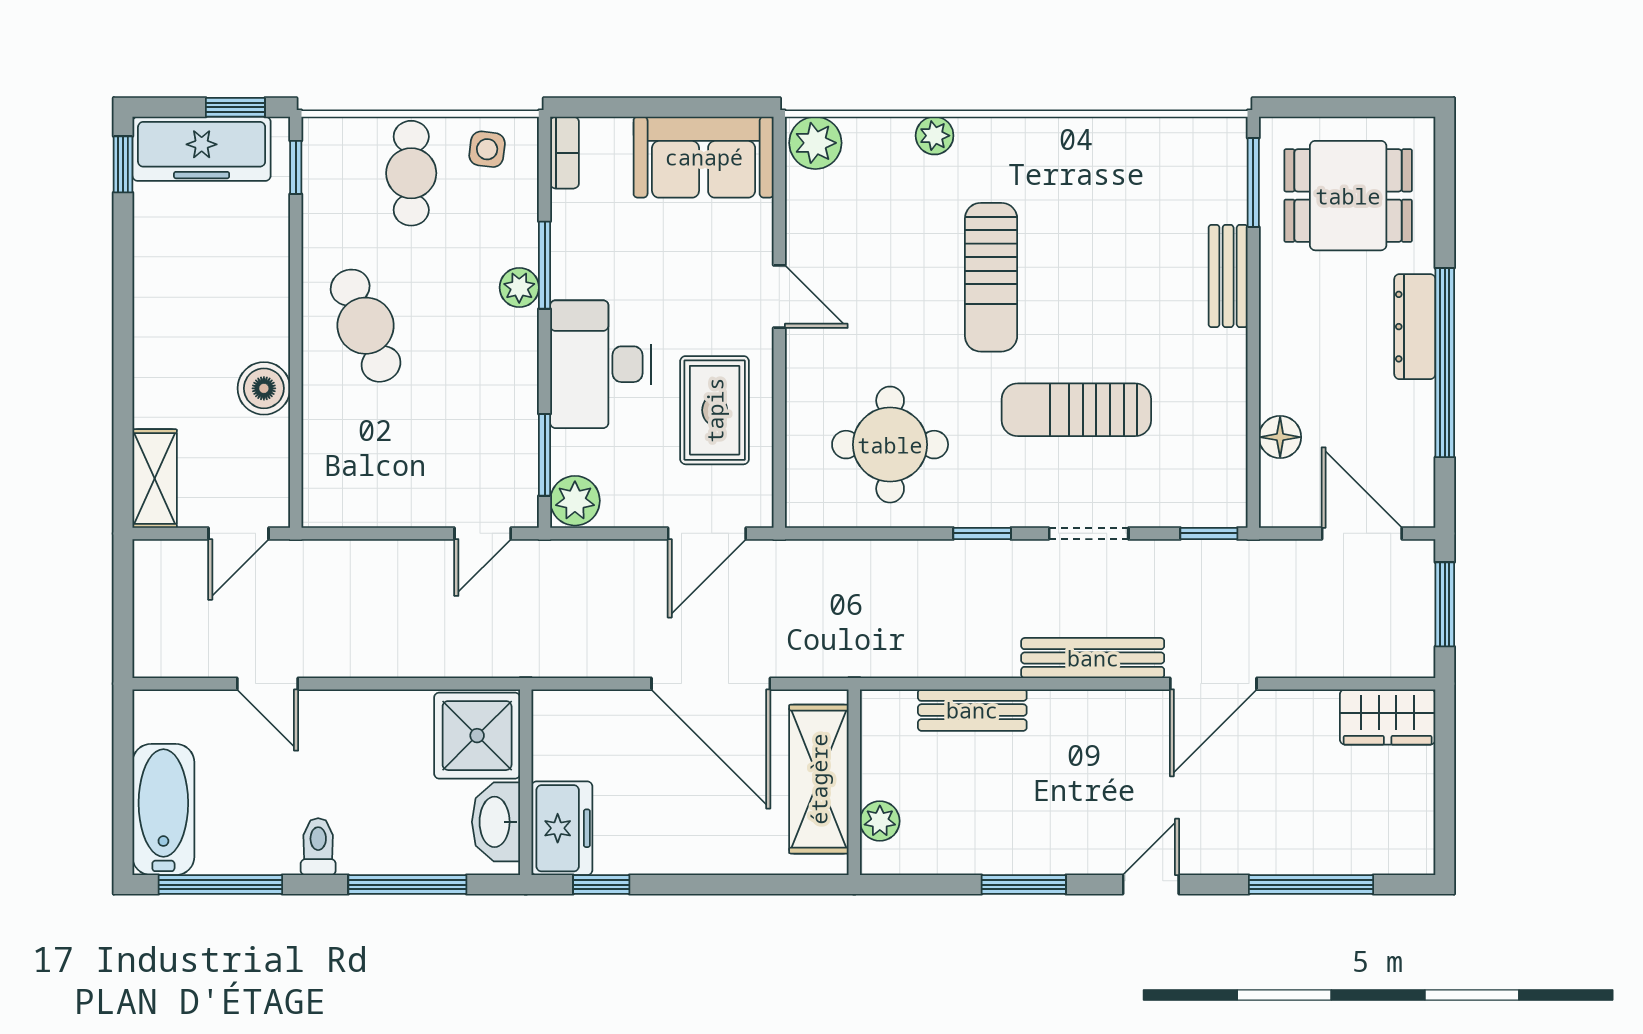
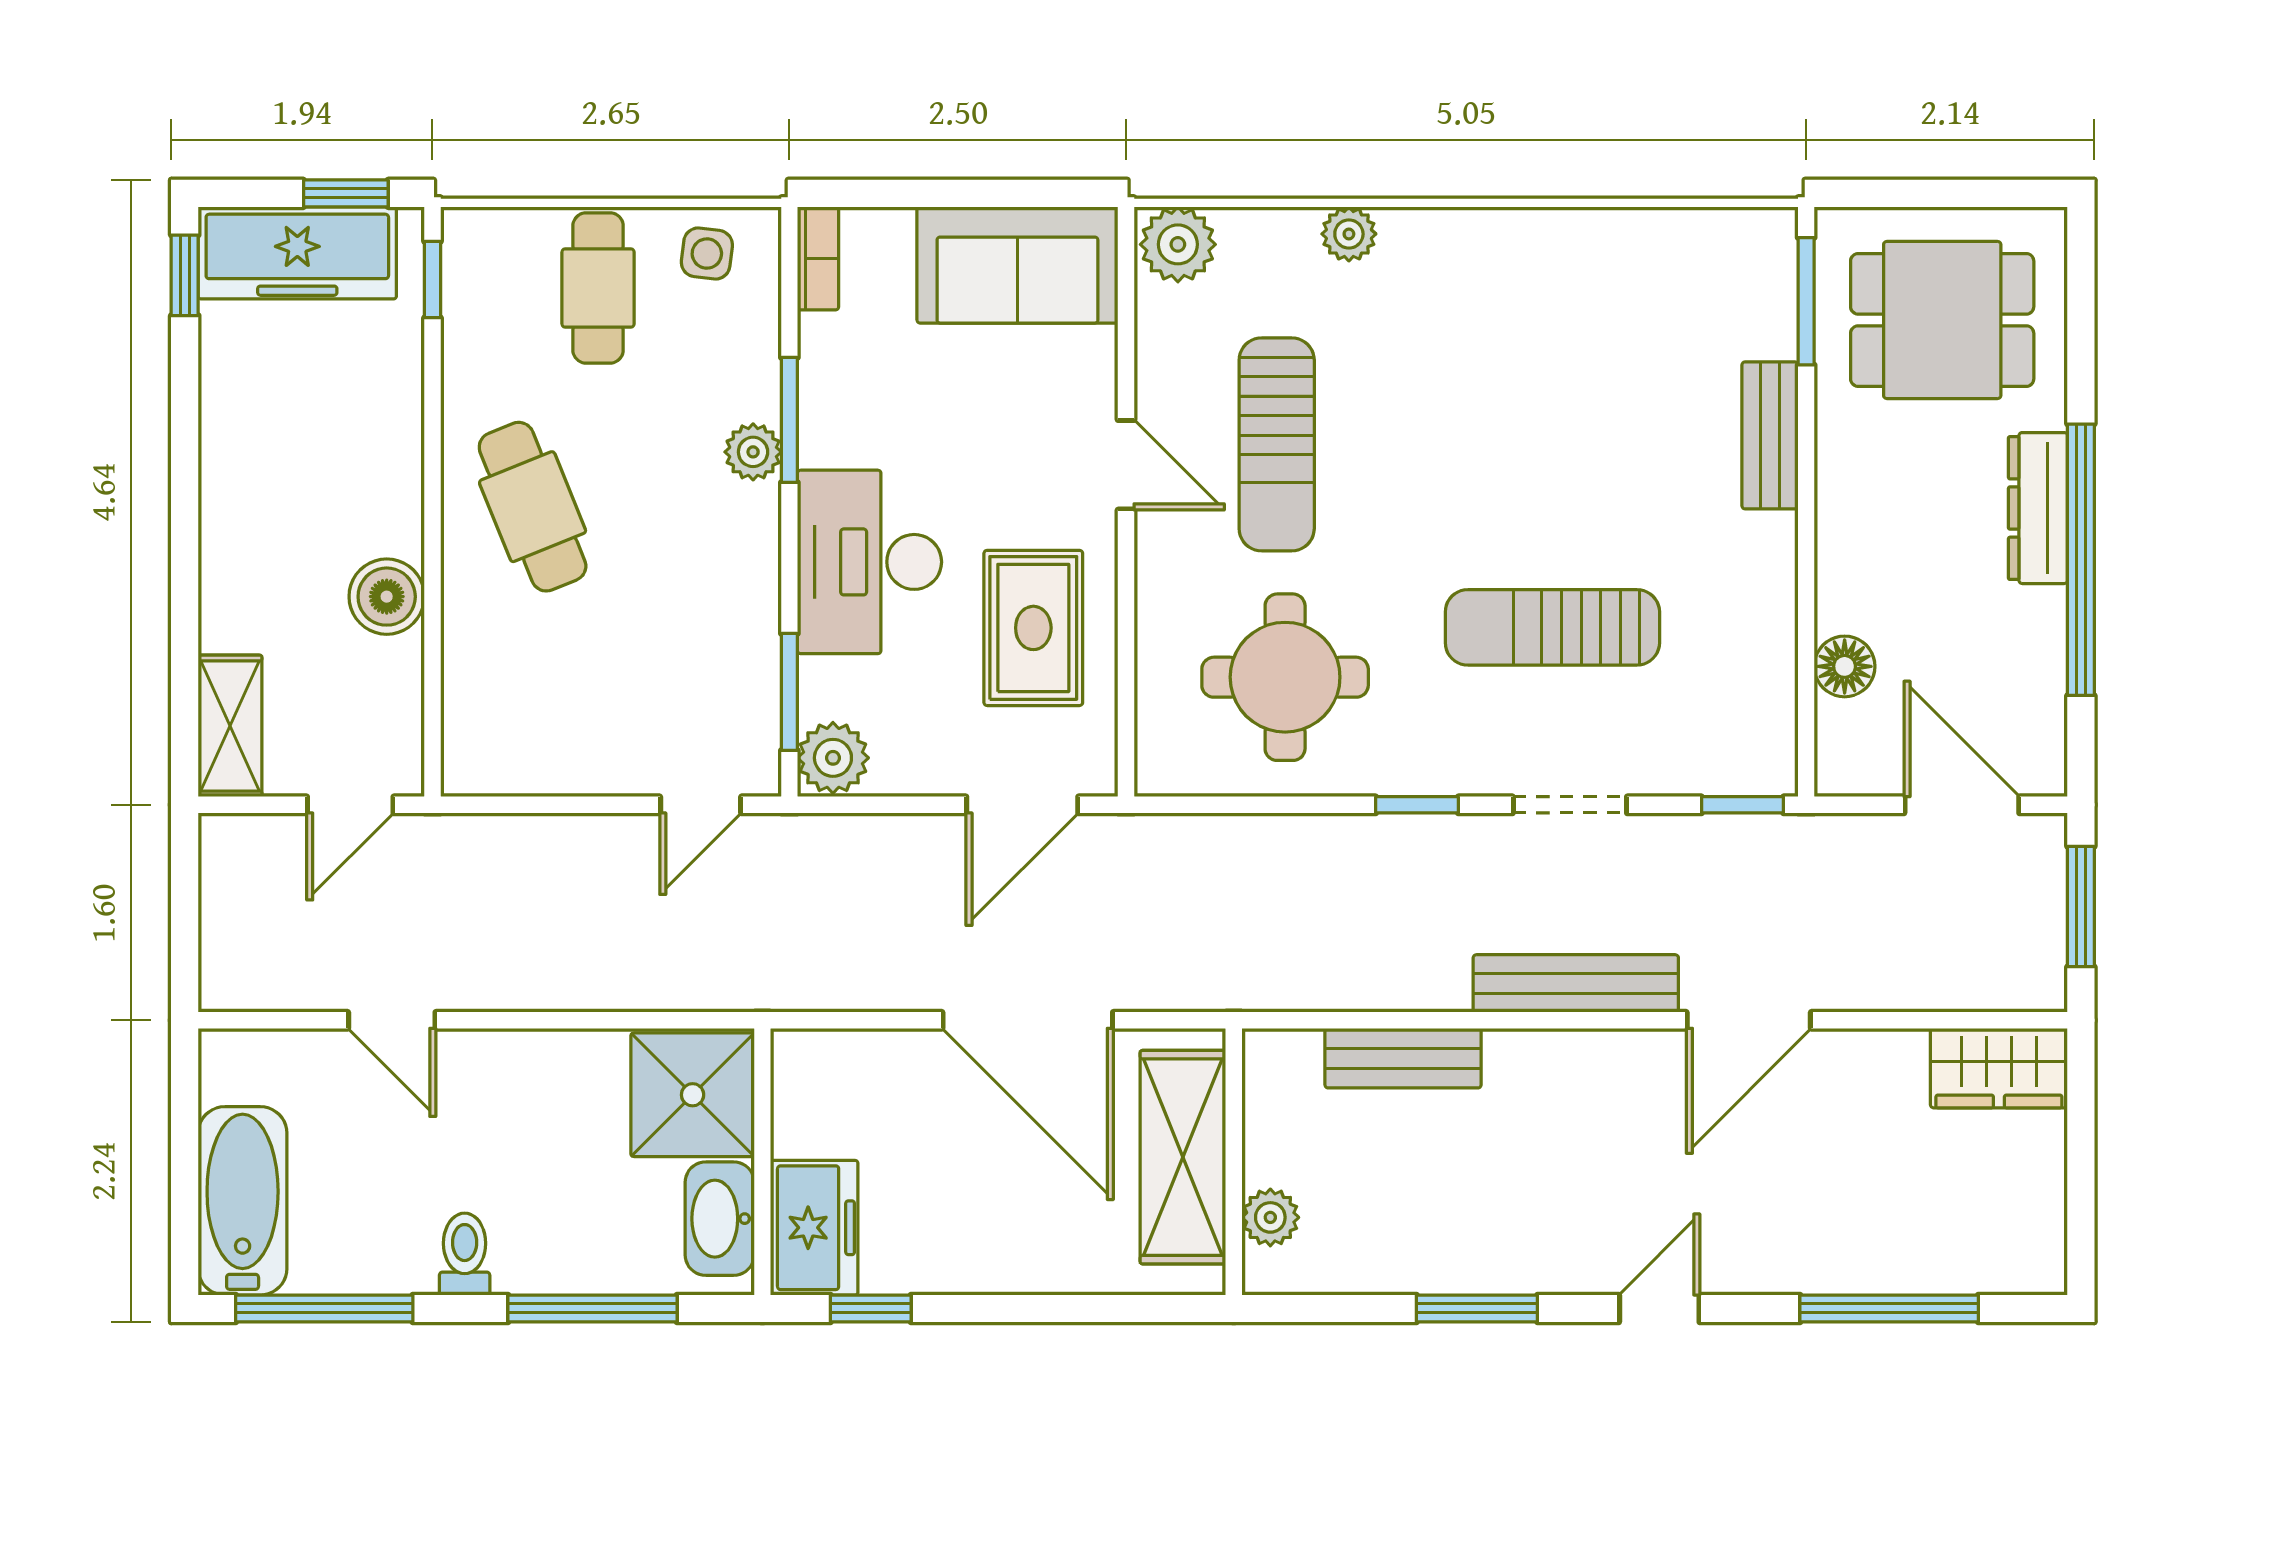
sun lounger: (991, 277) -> (1277, 444), moved

